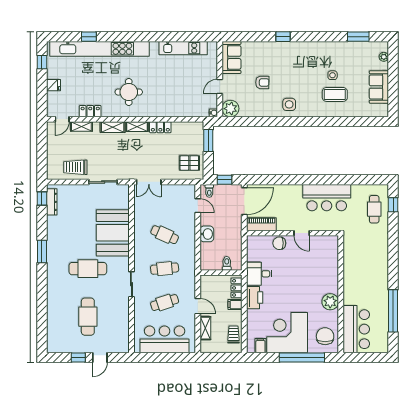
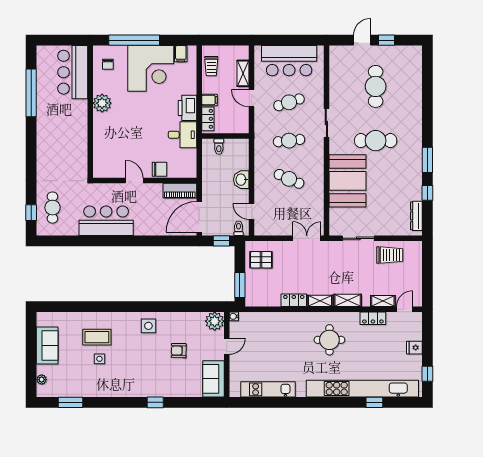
window: (42, 198) -> (427, 193), moved
chair: (325, 336) -> (108, 64), width x0.54, depth x0.54

